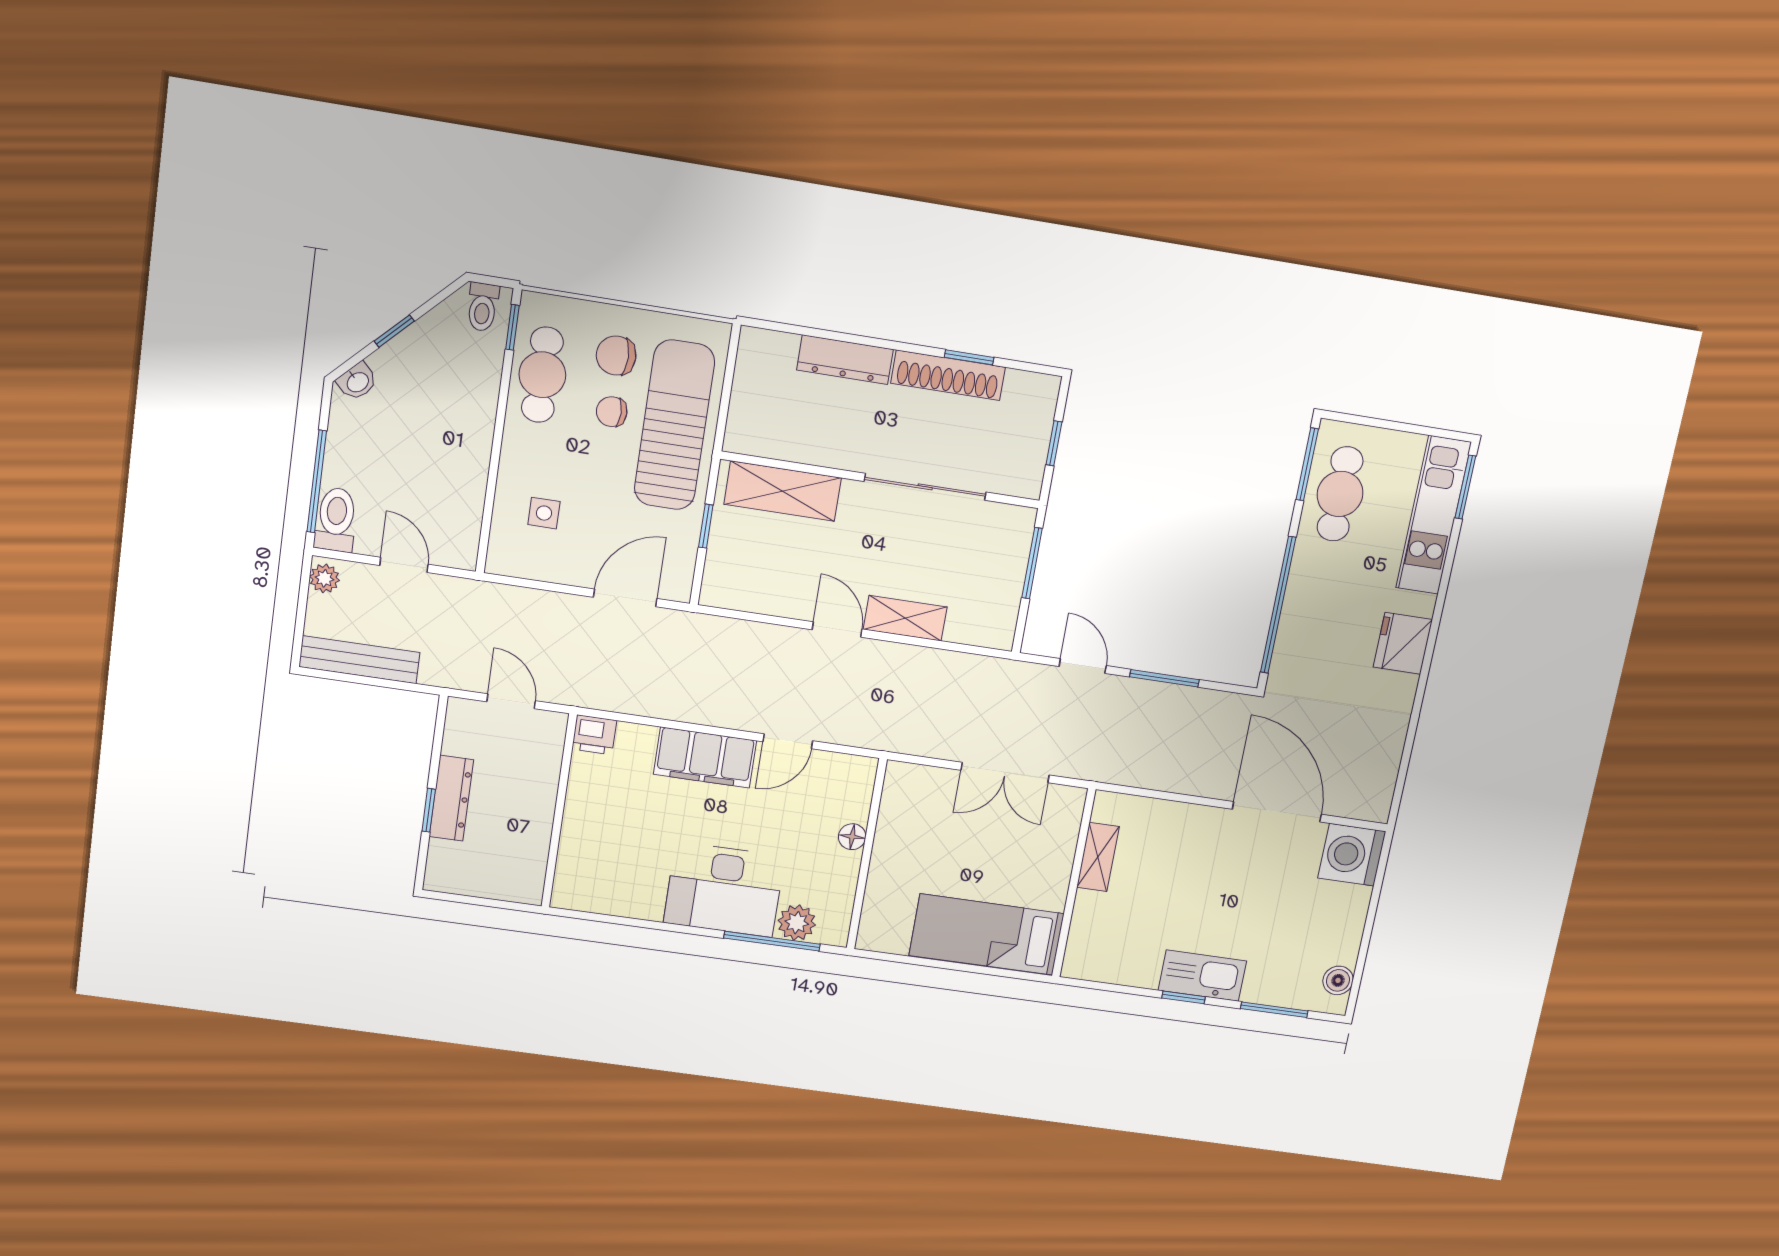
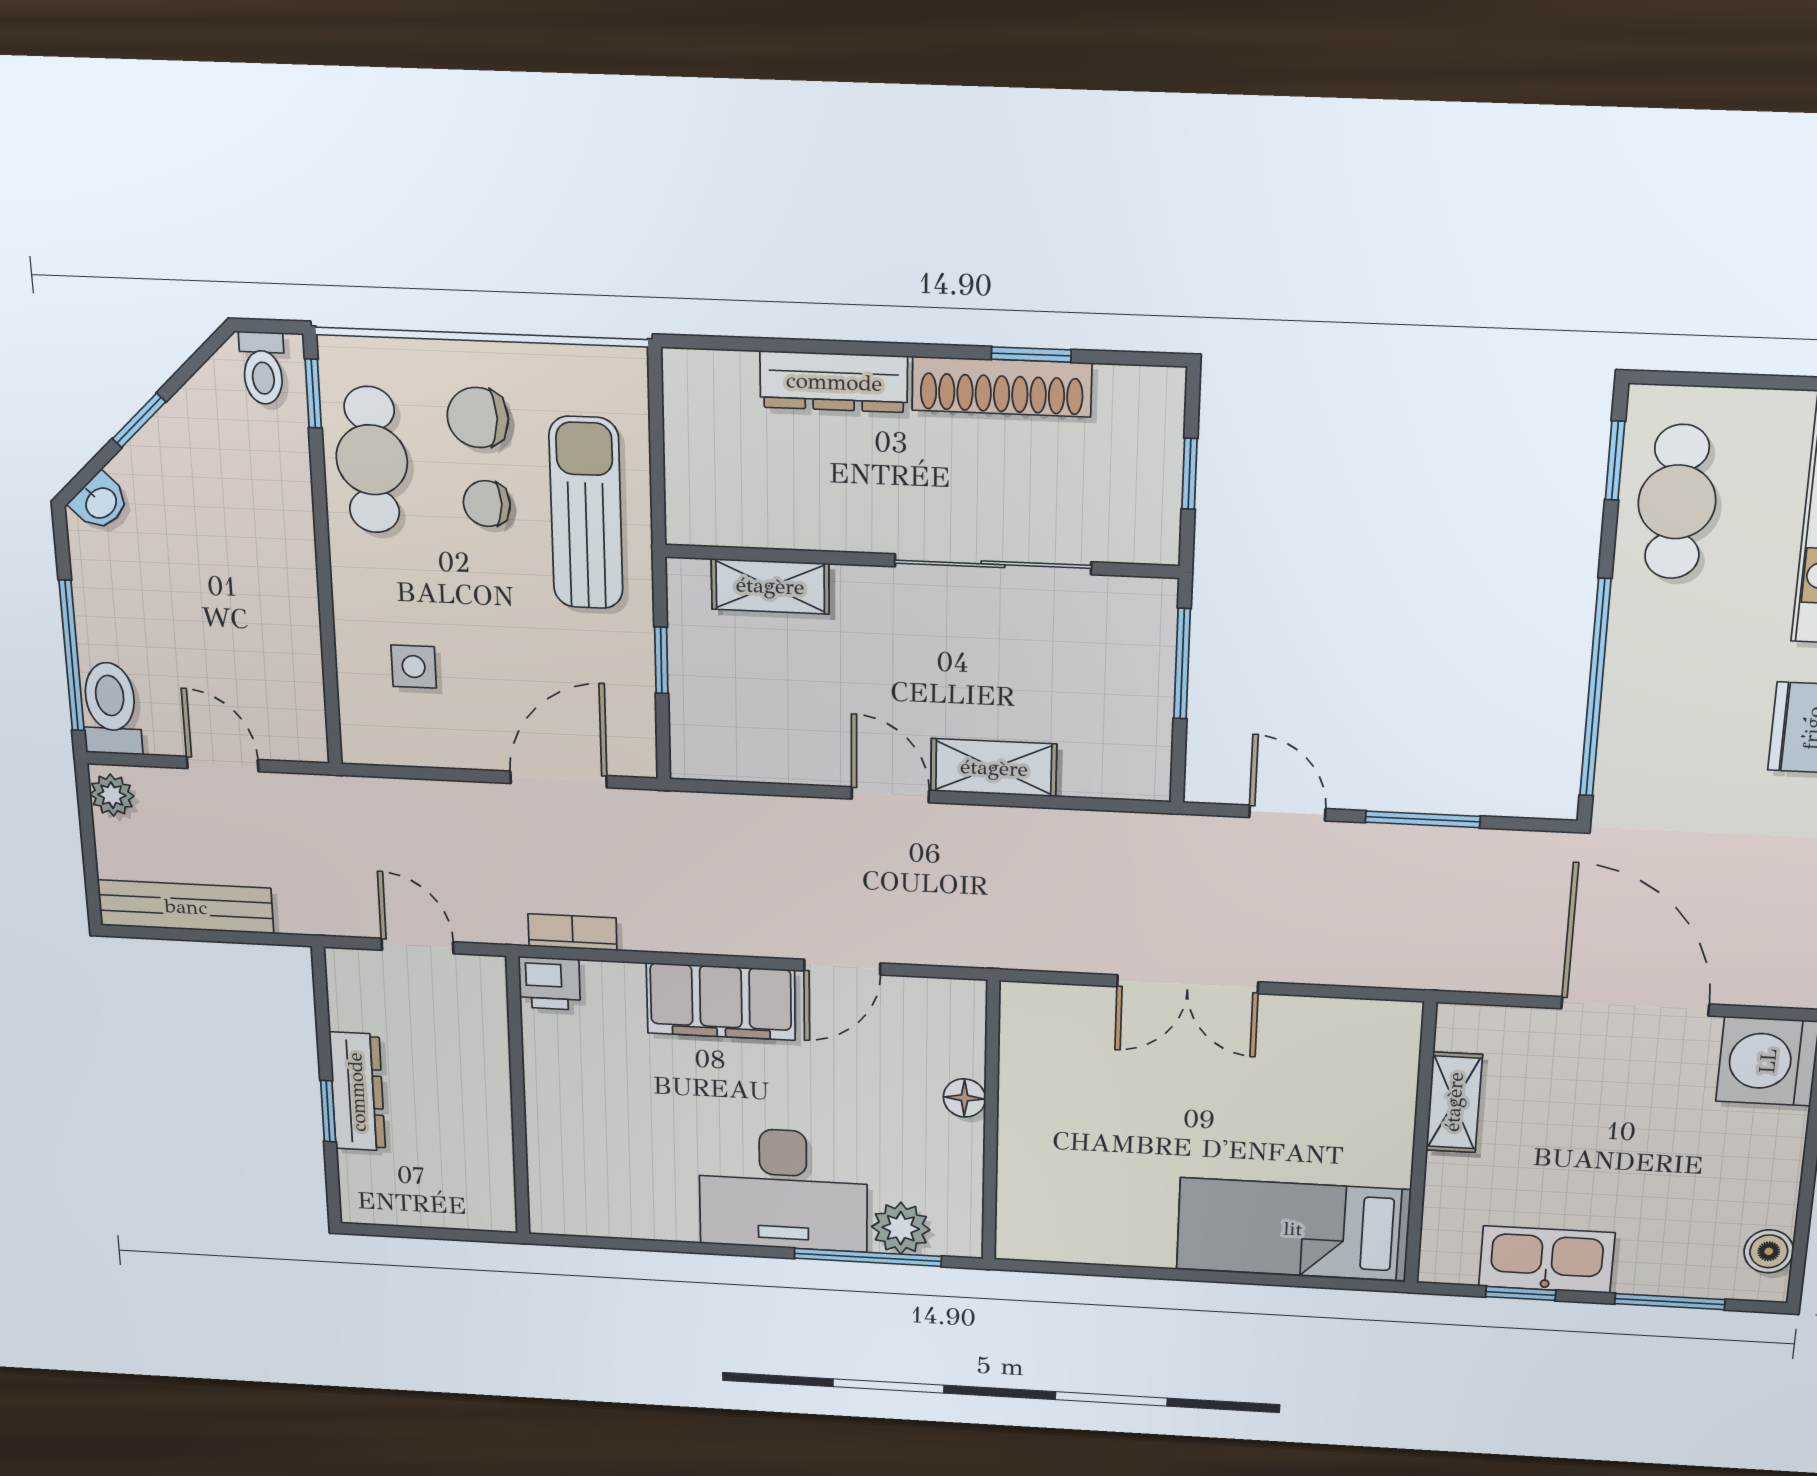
sun lounger: (674, 425) -> (586, 513), width x0.73, depth x0.75
window: (1307, 464) -> (1615, 461), width x0.67
shelving: (783, 491) -> (770, 586), width x0.67, depth x0.75
bookcase: (616, 701) -> (572, 932), added
shelving: (1098, 857) -> (1454, 1102), moved
wall: (1074, 883) -> (1420, 1144), moved
bed: (987, 935) -> (1293, 1229), moved

